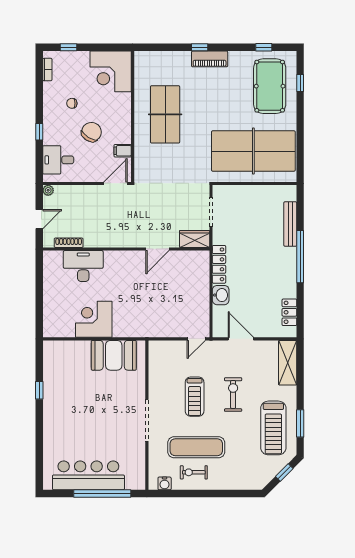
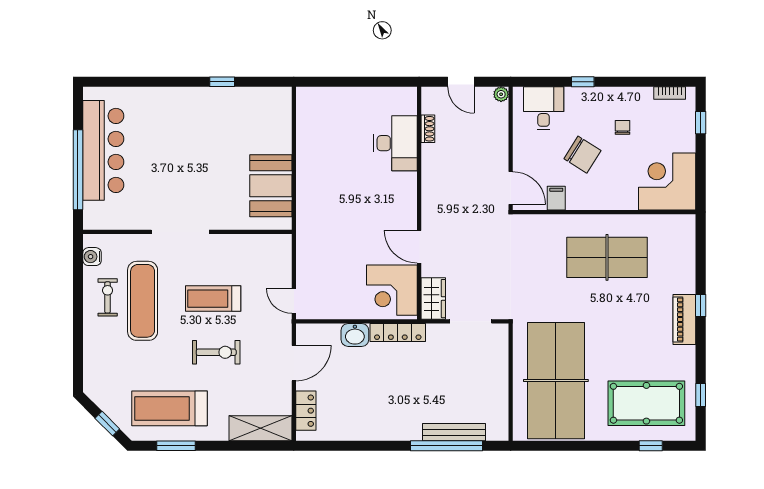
shoe rack: (69, 243) -> (428, 129), width x0.70
window: (300, 257) -> (446, 446), moved
locker: (289, 312) -> (306, 411), moved, turned 90
corner desk: (94, 319) -> (392, 290), moved, turned 180

